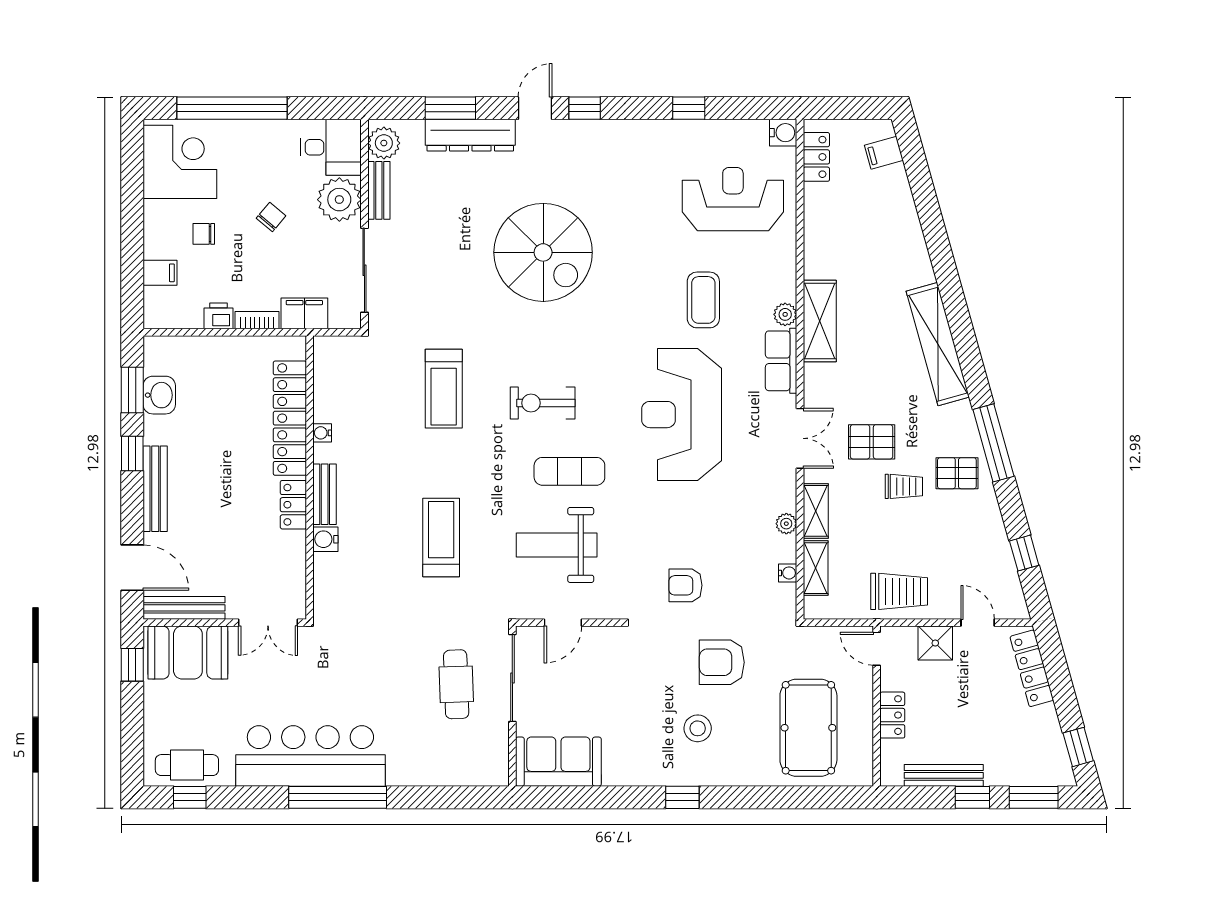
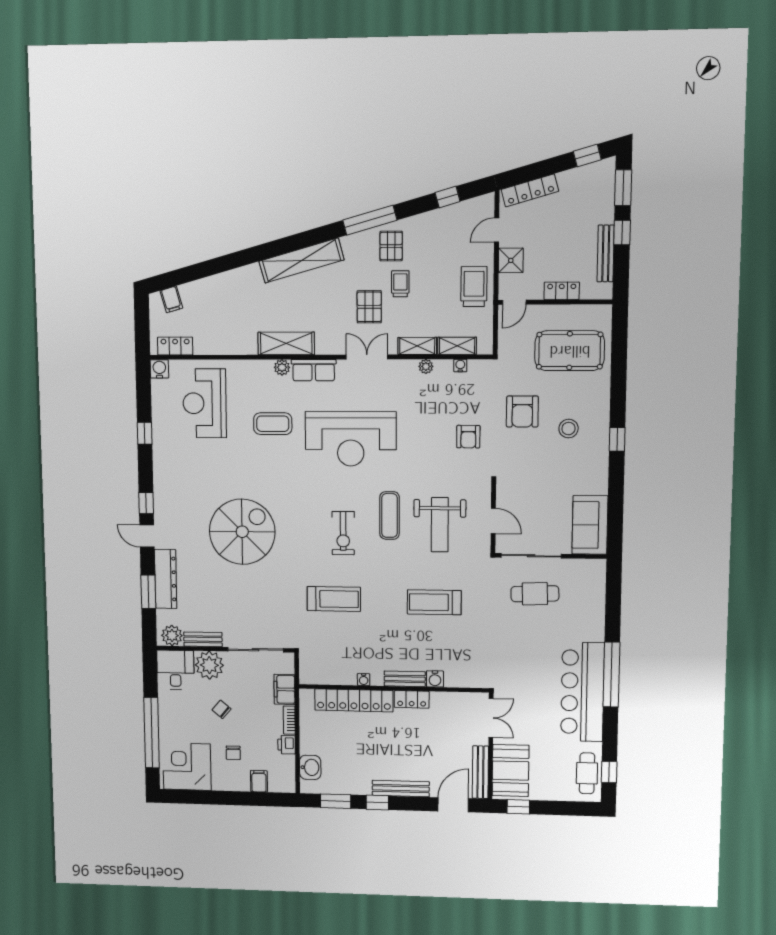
washbasin: (159, 395) -> (310, 767), moved, turned 90

